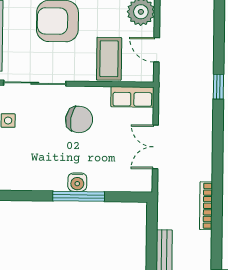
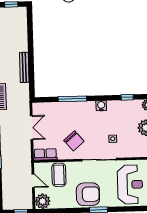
chair: (79, 119) -> (74, 141), turned -139
water cooler: (77, 182) -> (101, 106), moved

